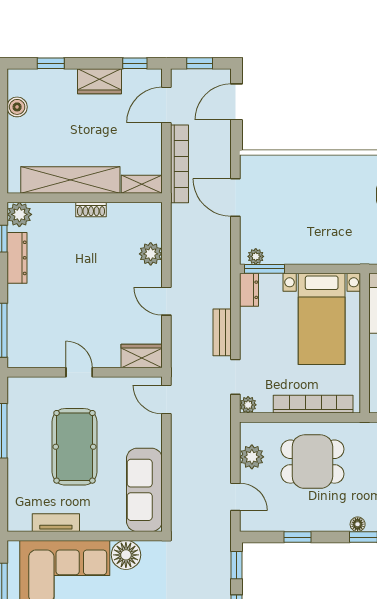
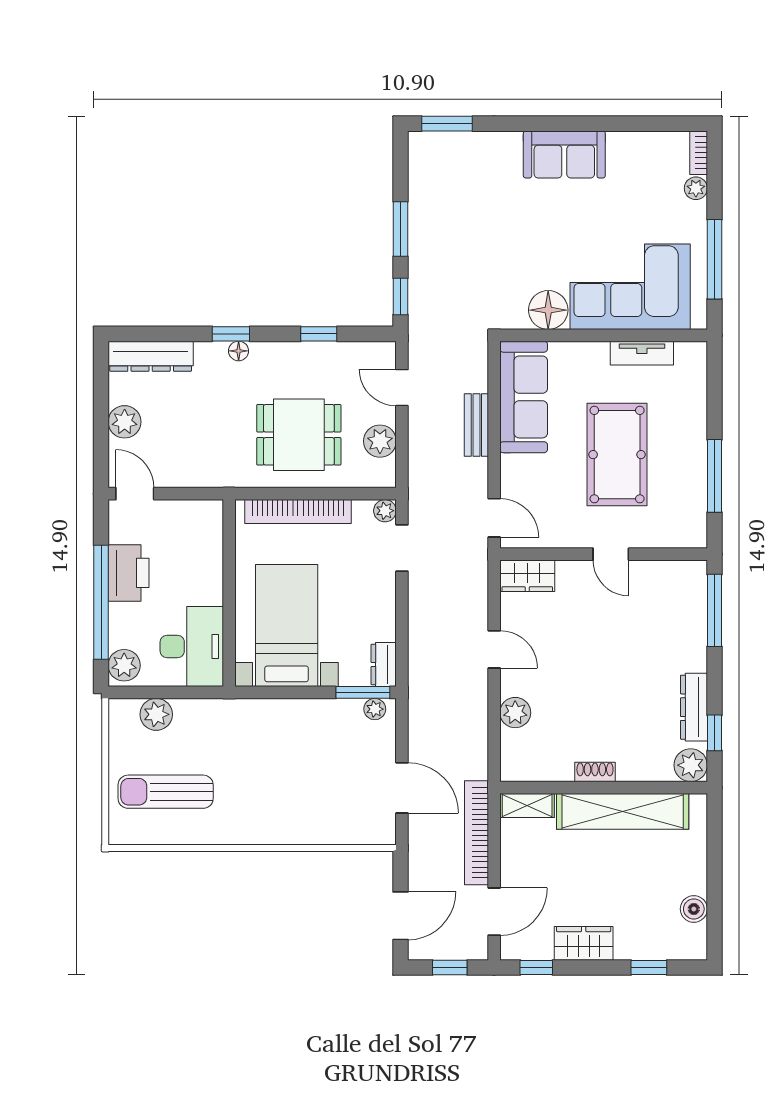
bench: (222, 332) -> (476, 425), moved

